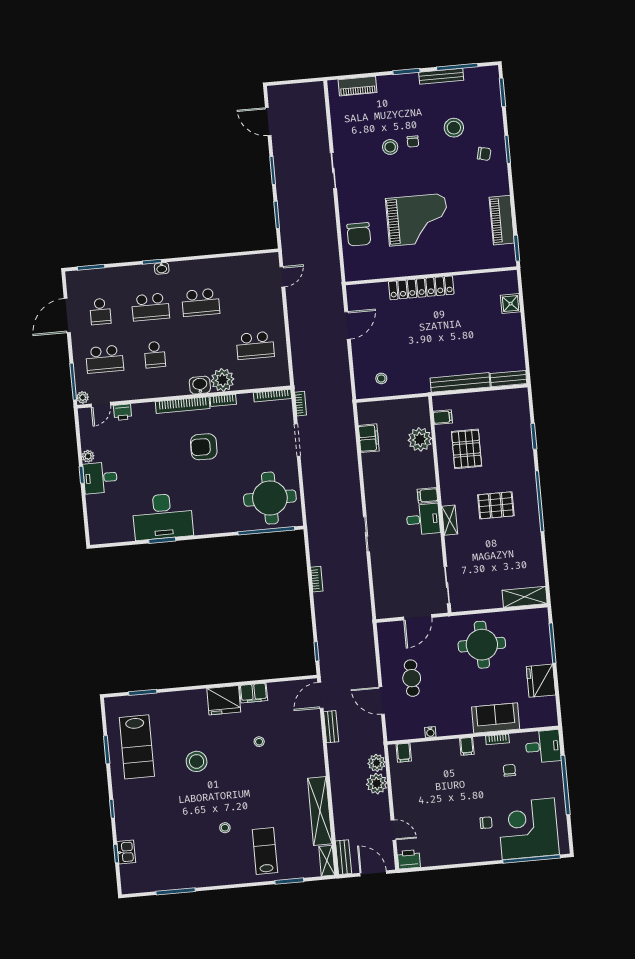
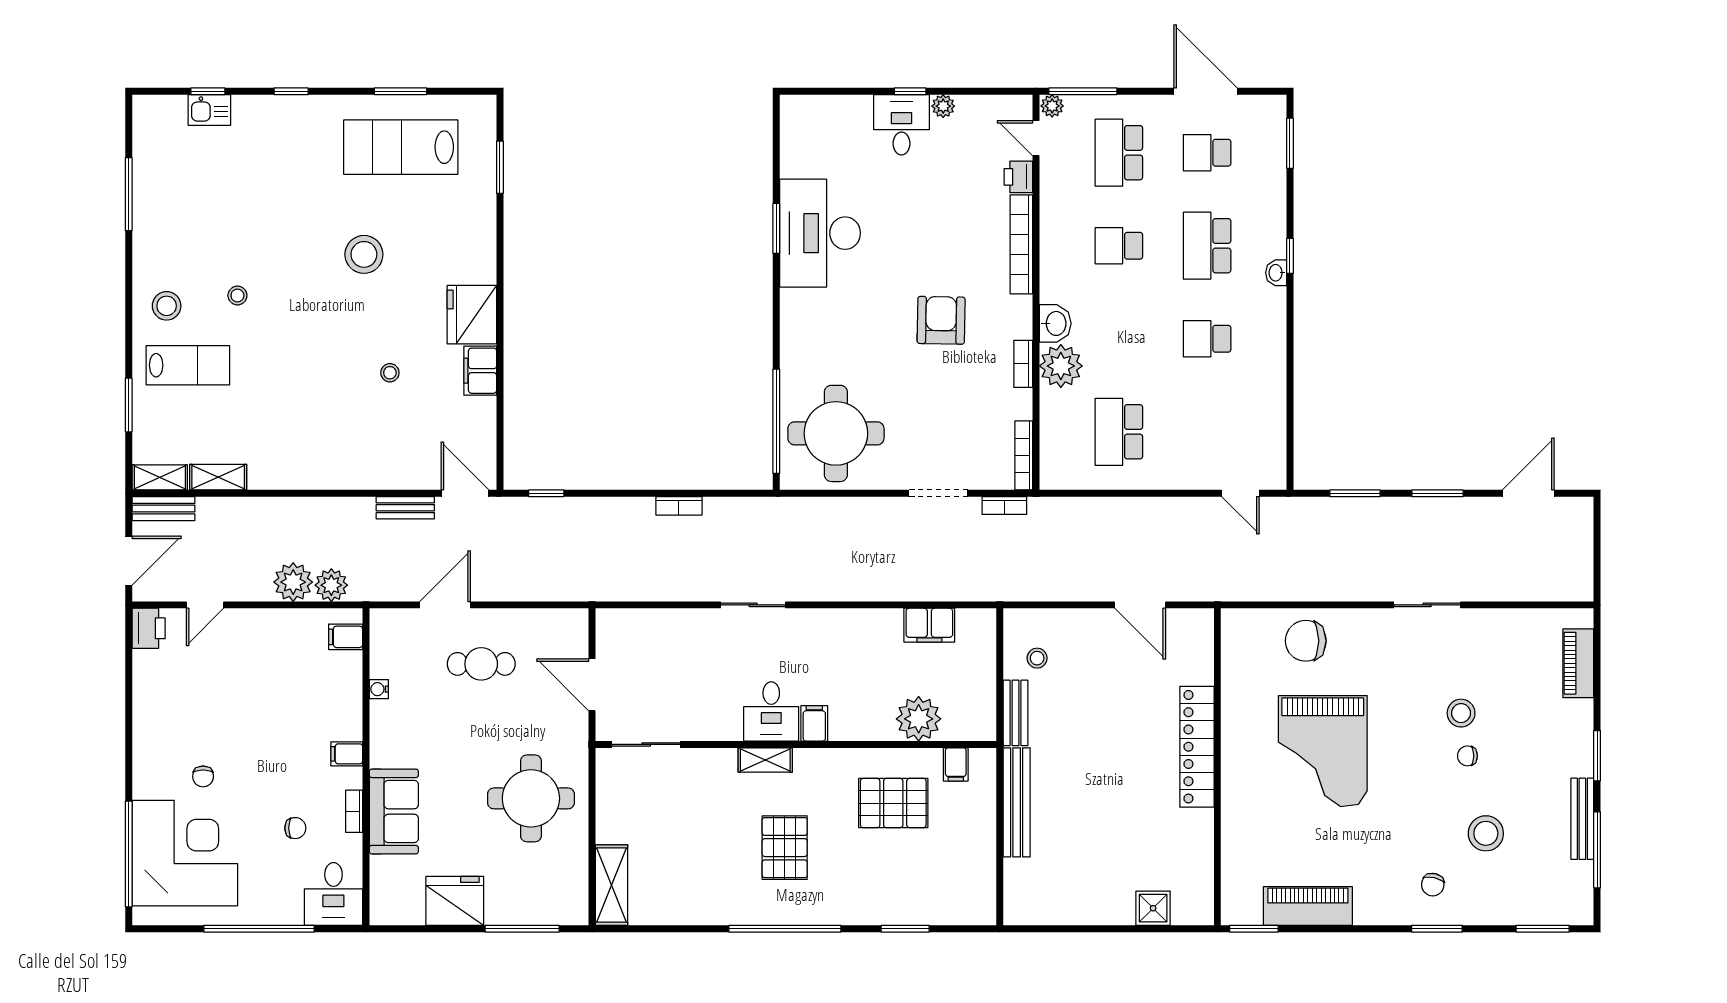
school desk: (201, 302) -> (1207, 339), width x0.54
bench: (508, 379) -> (1015, 713), moved
bookcase: (183, 405) -> (1021, 244), moved
shelving: (320, 811) -> (218, 477), width x0.45, depth x0.75
stool: (234, 865) -> (167, 306), added

